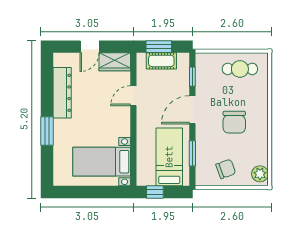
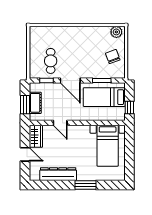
cafe table: (240, 69) -> (51, 61), moved
chair: (234, 122) -> (79, 50), removed

